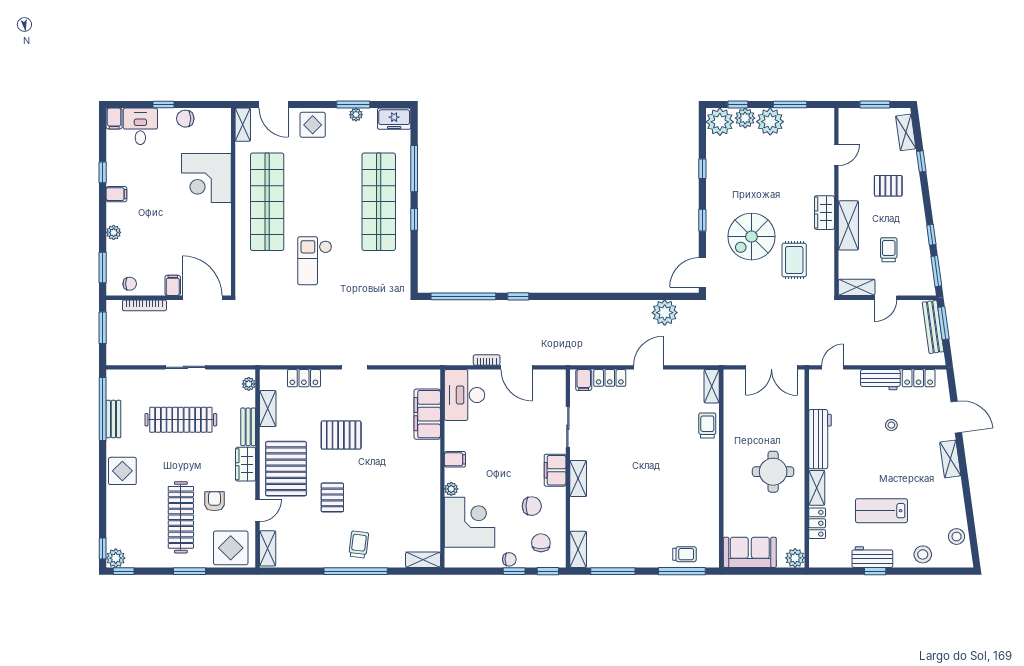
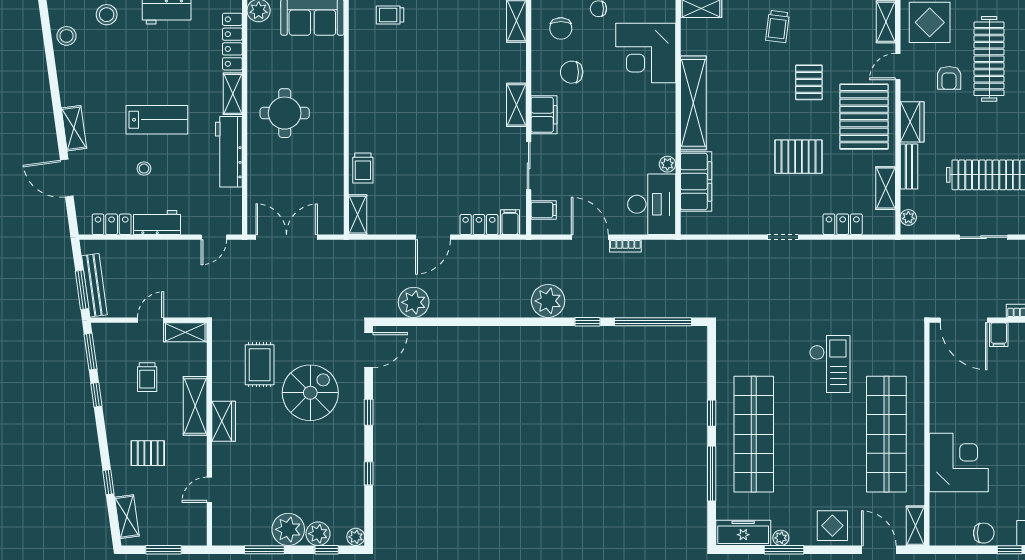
freezer: (394, 119) -> (743, 533), width x1.40
plant: (720, 122) -> (356, 537), width x0.53, depth x0.53
plant: (552, 314) -> (548, 301), added
filing cabinet: (455, 459) -> (544, 210), moved, turned 180
shelving: (429, 480) -> (693, 103), added
plant: (451, 489) -> (667, 164), moved
lab bench: (881, 511) -> (157, 120), moved
locker: (817, 523) -> (232, 42), width x1.53

